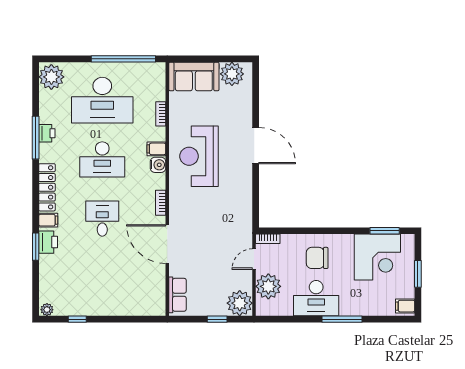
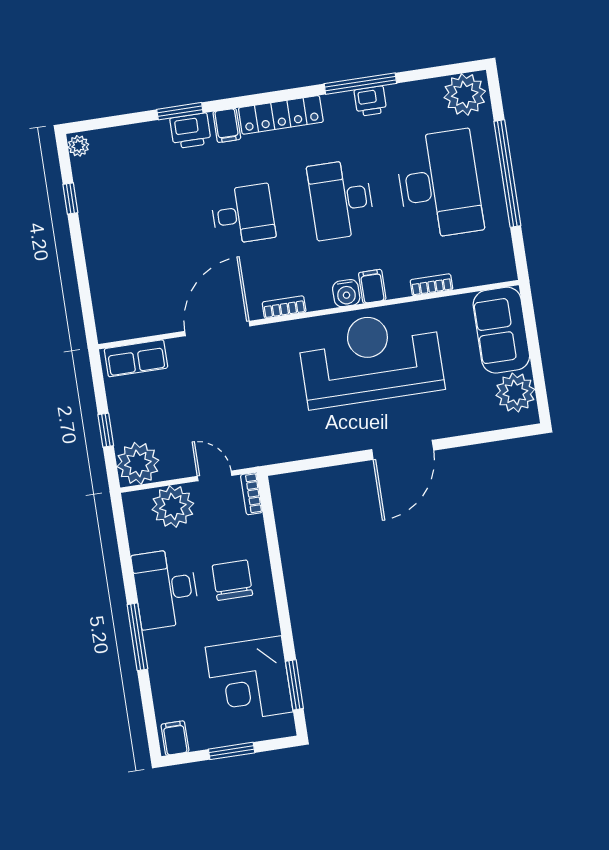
window: (123, 59) -> (507, 173), moved
desk: (102, 100) -> (439, 184), turned 180
reception desk: (199, 156) -> (371, 359), width x1.36, depth x1.30

